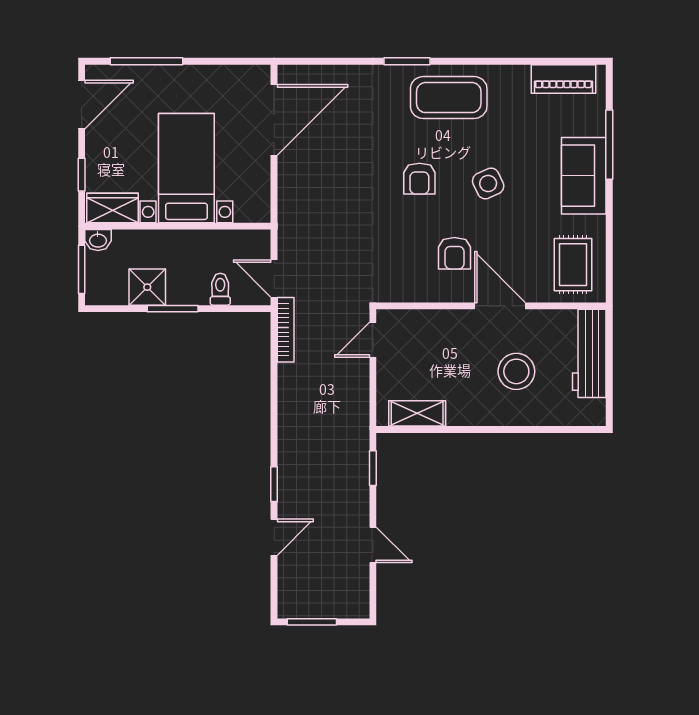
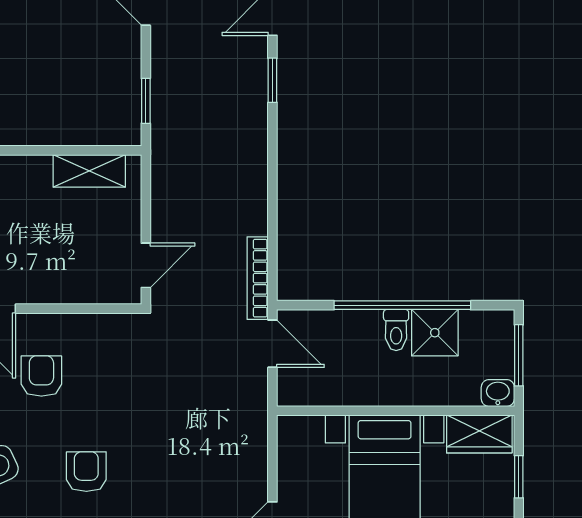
toilet: (220, 289) -> (396, 330), moved
window: (173, 309) -> (402, 305), width x2.11

